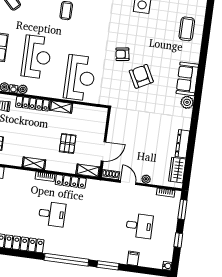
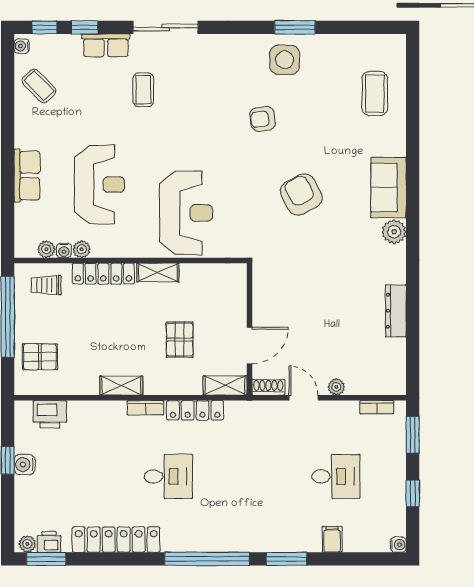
armchair: (122, 54) -> (263, 119), moved
wardrobe: (177, 170) -> (393, 362), removed

